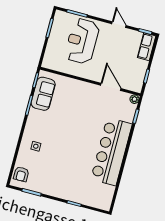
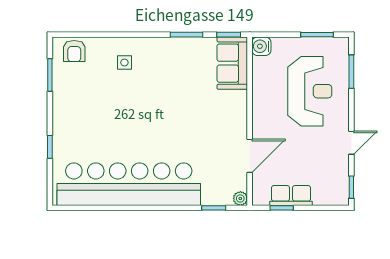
reception desk: (82, 41) -> (310, 91), turned 90
row of seats: (147, 47) -> (291, 196), moved
water cooler: (48, 63) -> (261, 46), added
sofa: (43, 94) -> (232, 63), moved, turned 90
bar counter: (112, 152) -> (129, 184), width x1.36
armchair: (21, 174) -> (74, 51), turned -90

